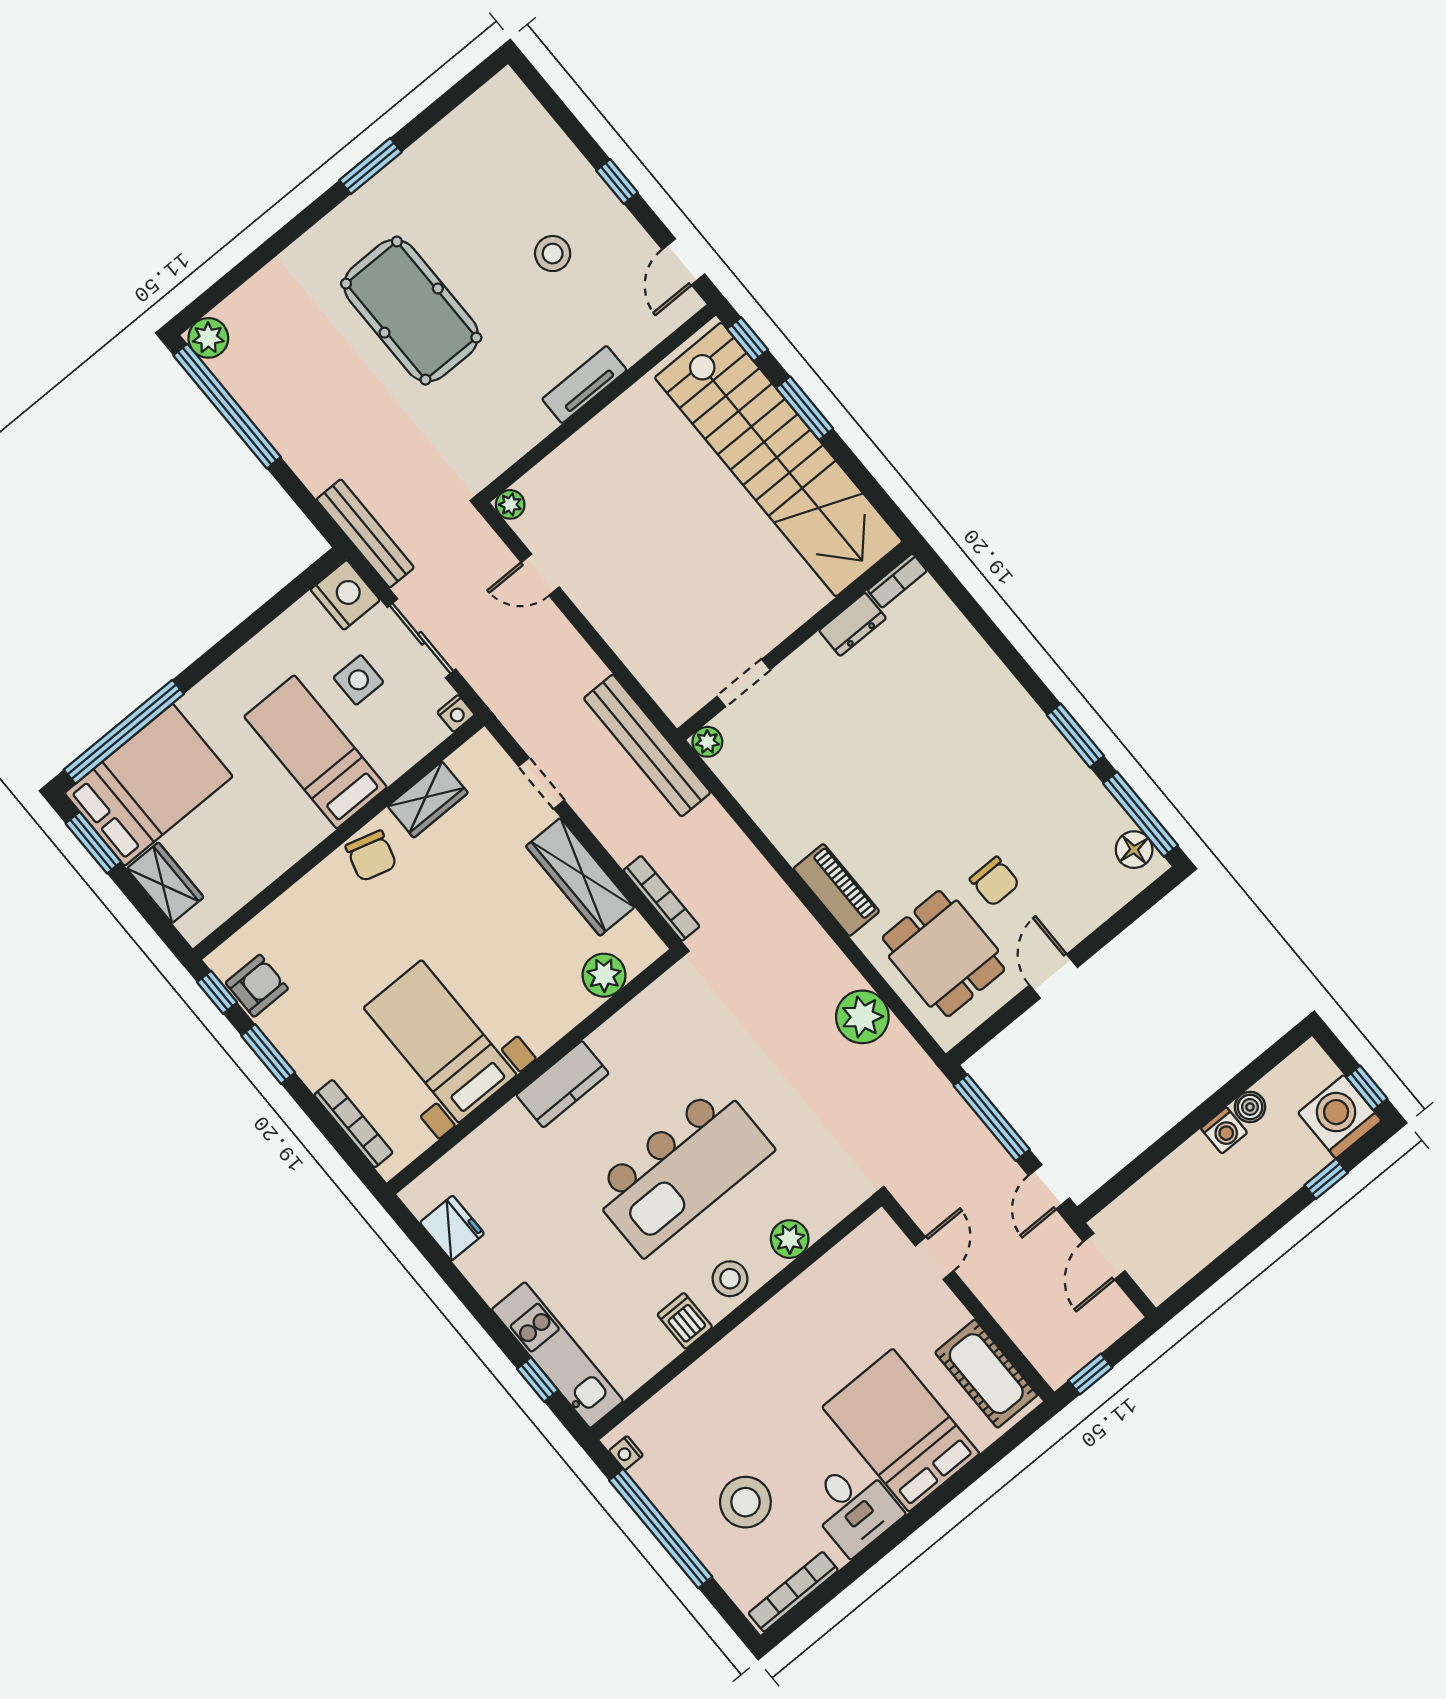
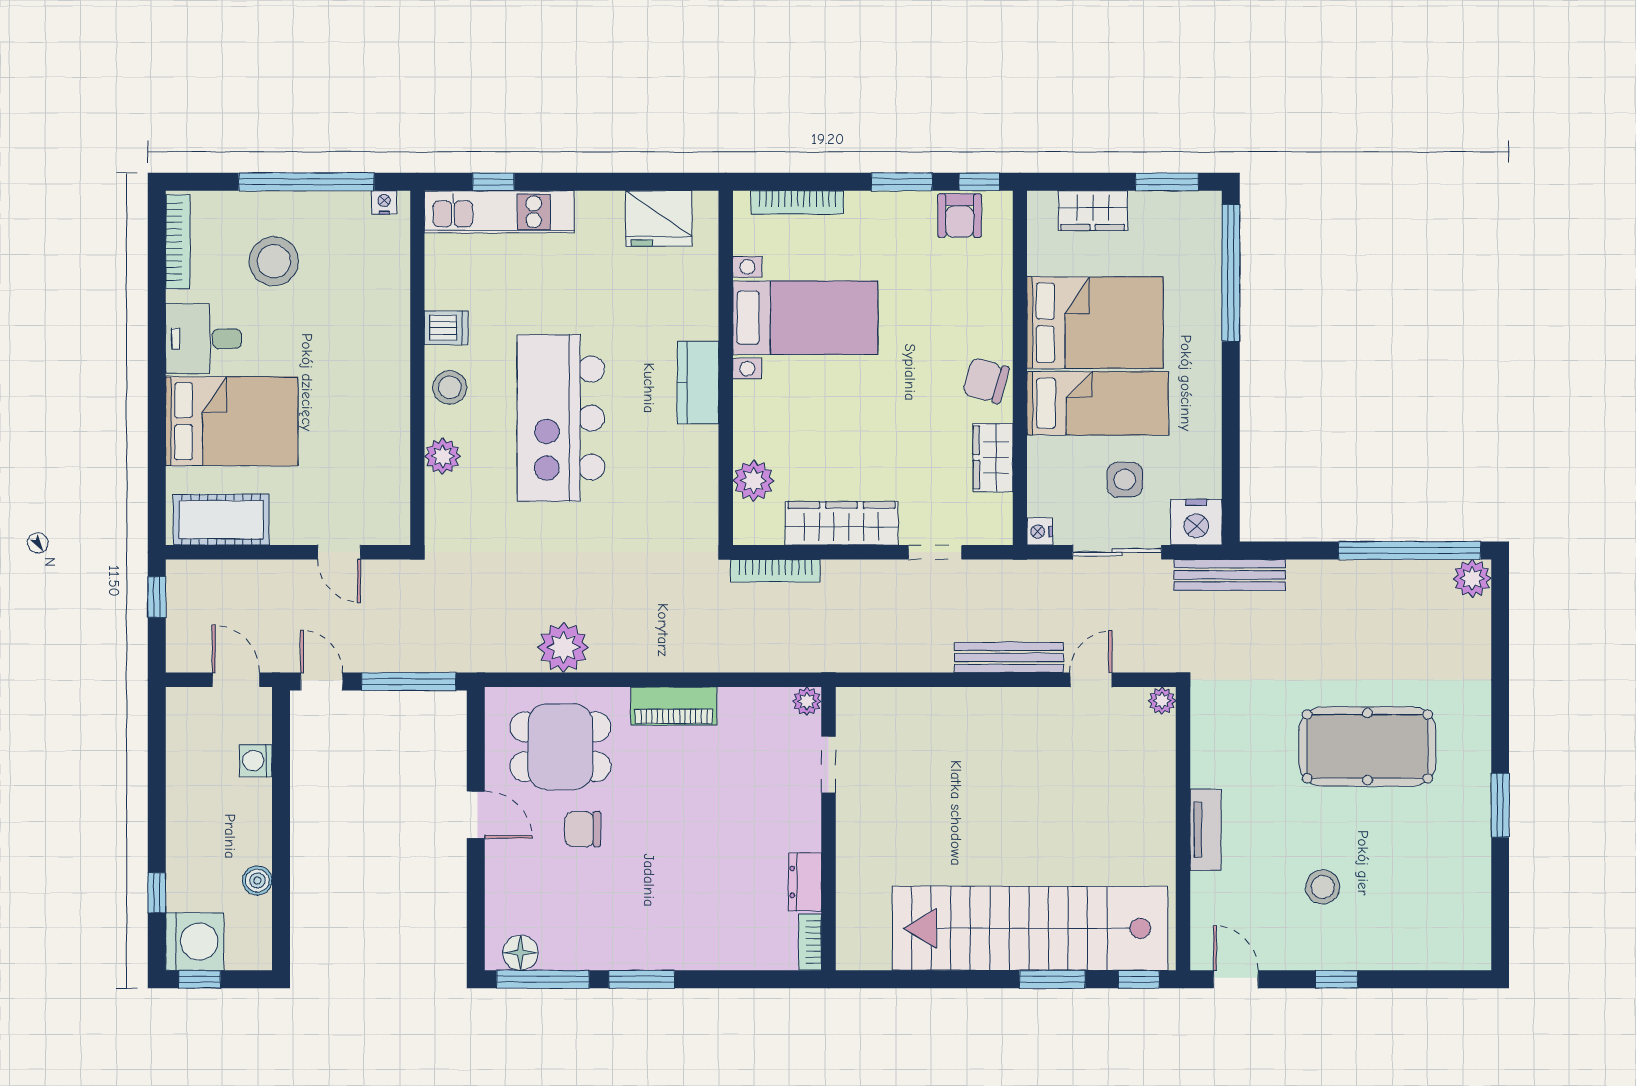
bookcase: (897, 581) -> (810, 942), moved
dresser: (853, 624) -> (805, 882), moved
wall: (795, 641) -> (828, 829), moved
doorway: (744, 683) -> (828, 765), moved
plant: (707, 742) -> (807, 701), moved
bench: (647, 746) -> (1009, 657), moved, width x0.73, depth x0.82
bed: (149, 785) -> (1095, 323), moved, turned -90
washing machine: (1224, 1130) -> (256, 761), moved
fridge: (452, 1228) -> (659, 219), width x1.36, depth x1.34

